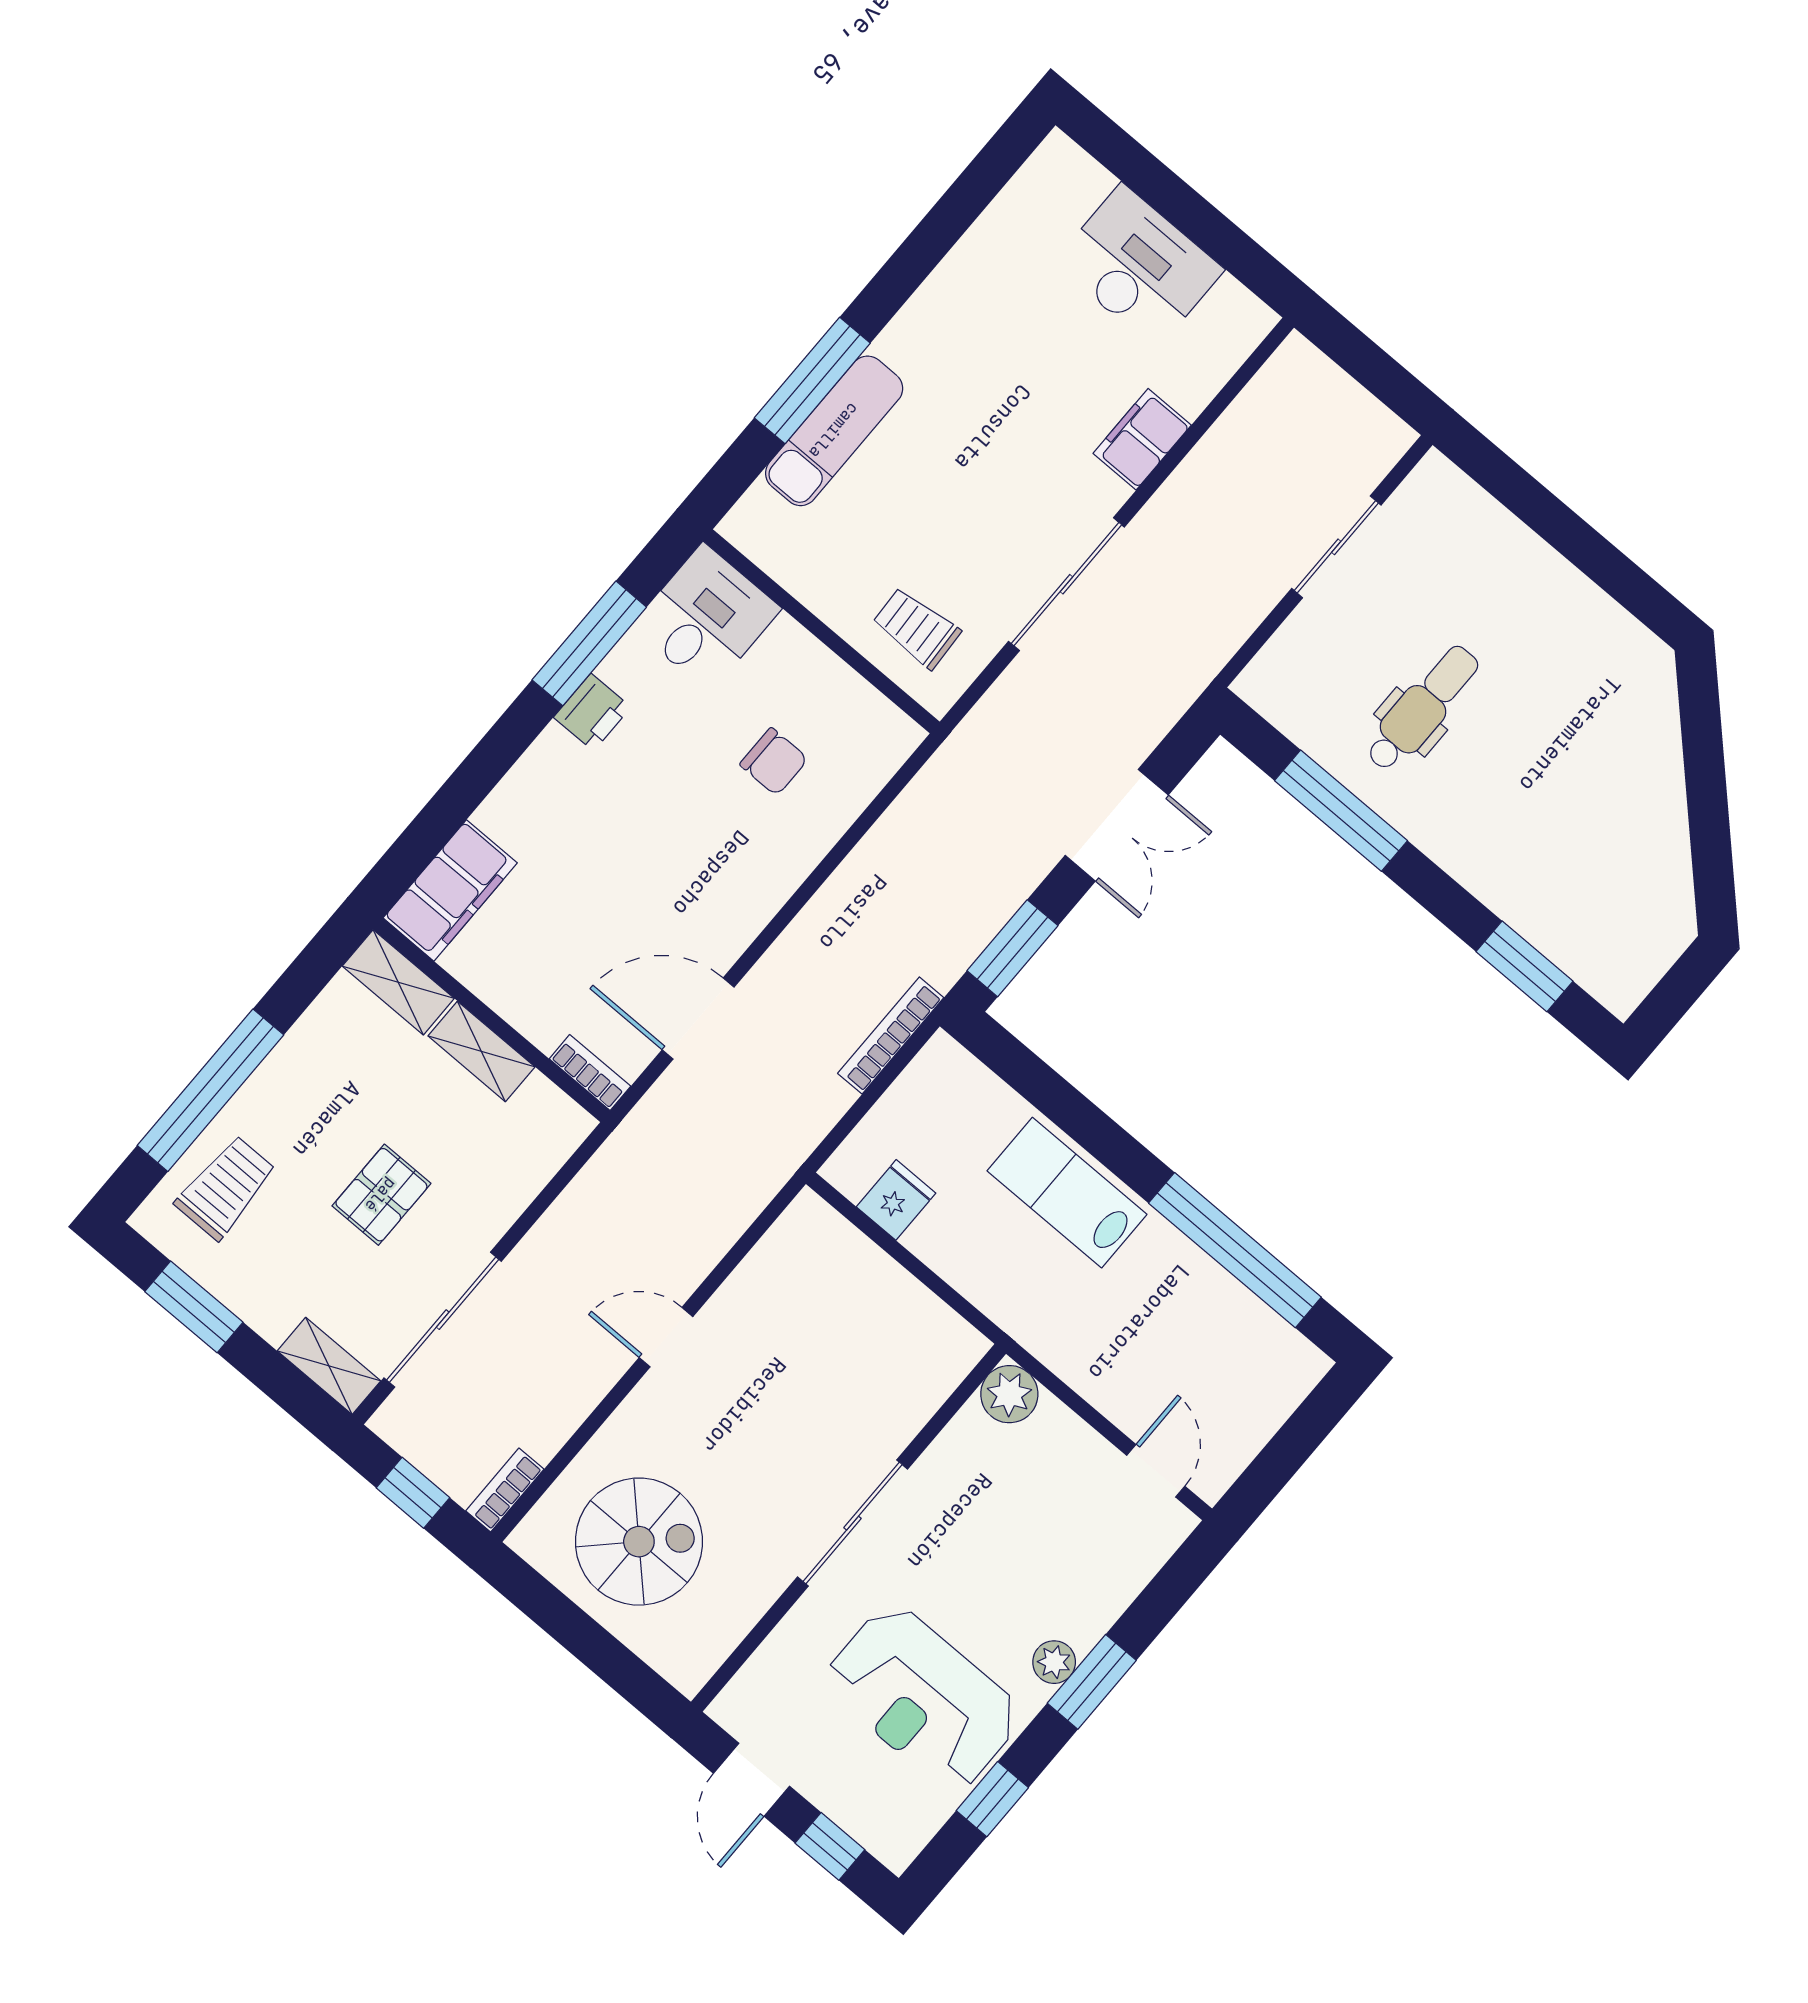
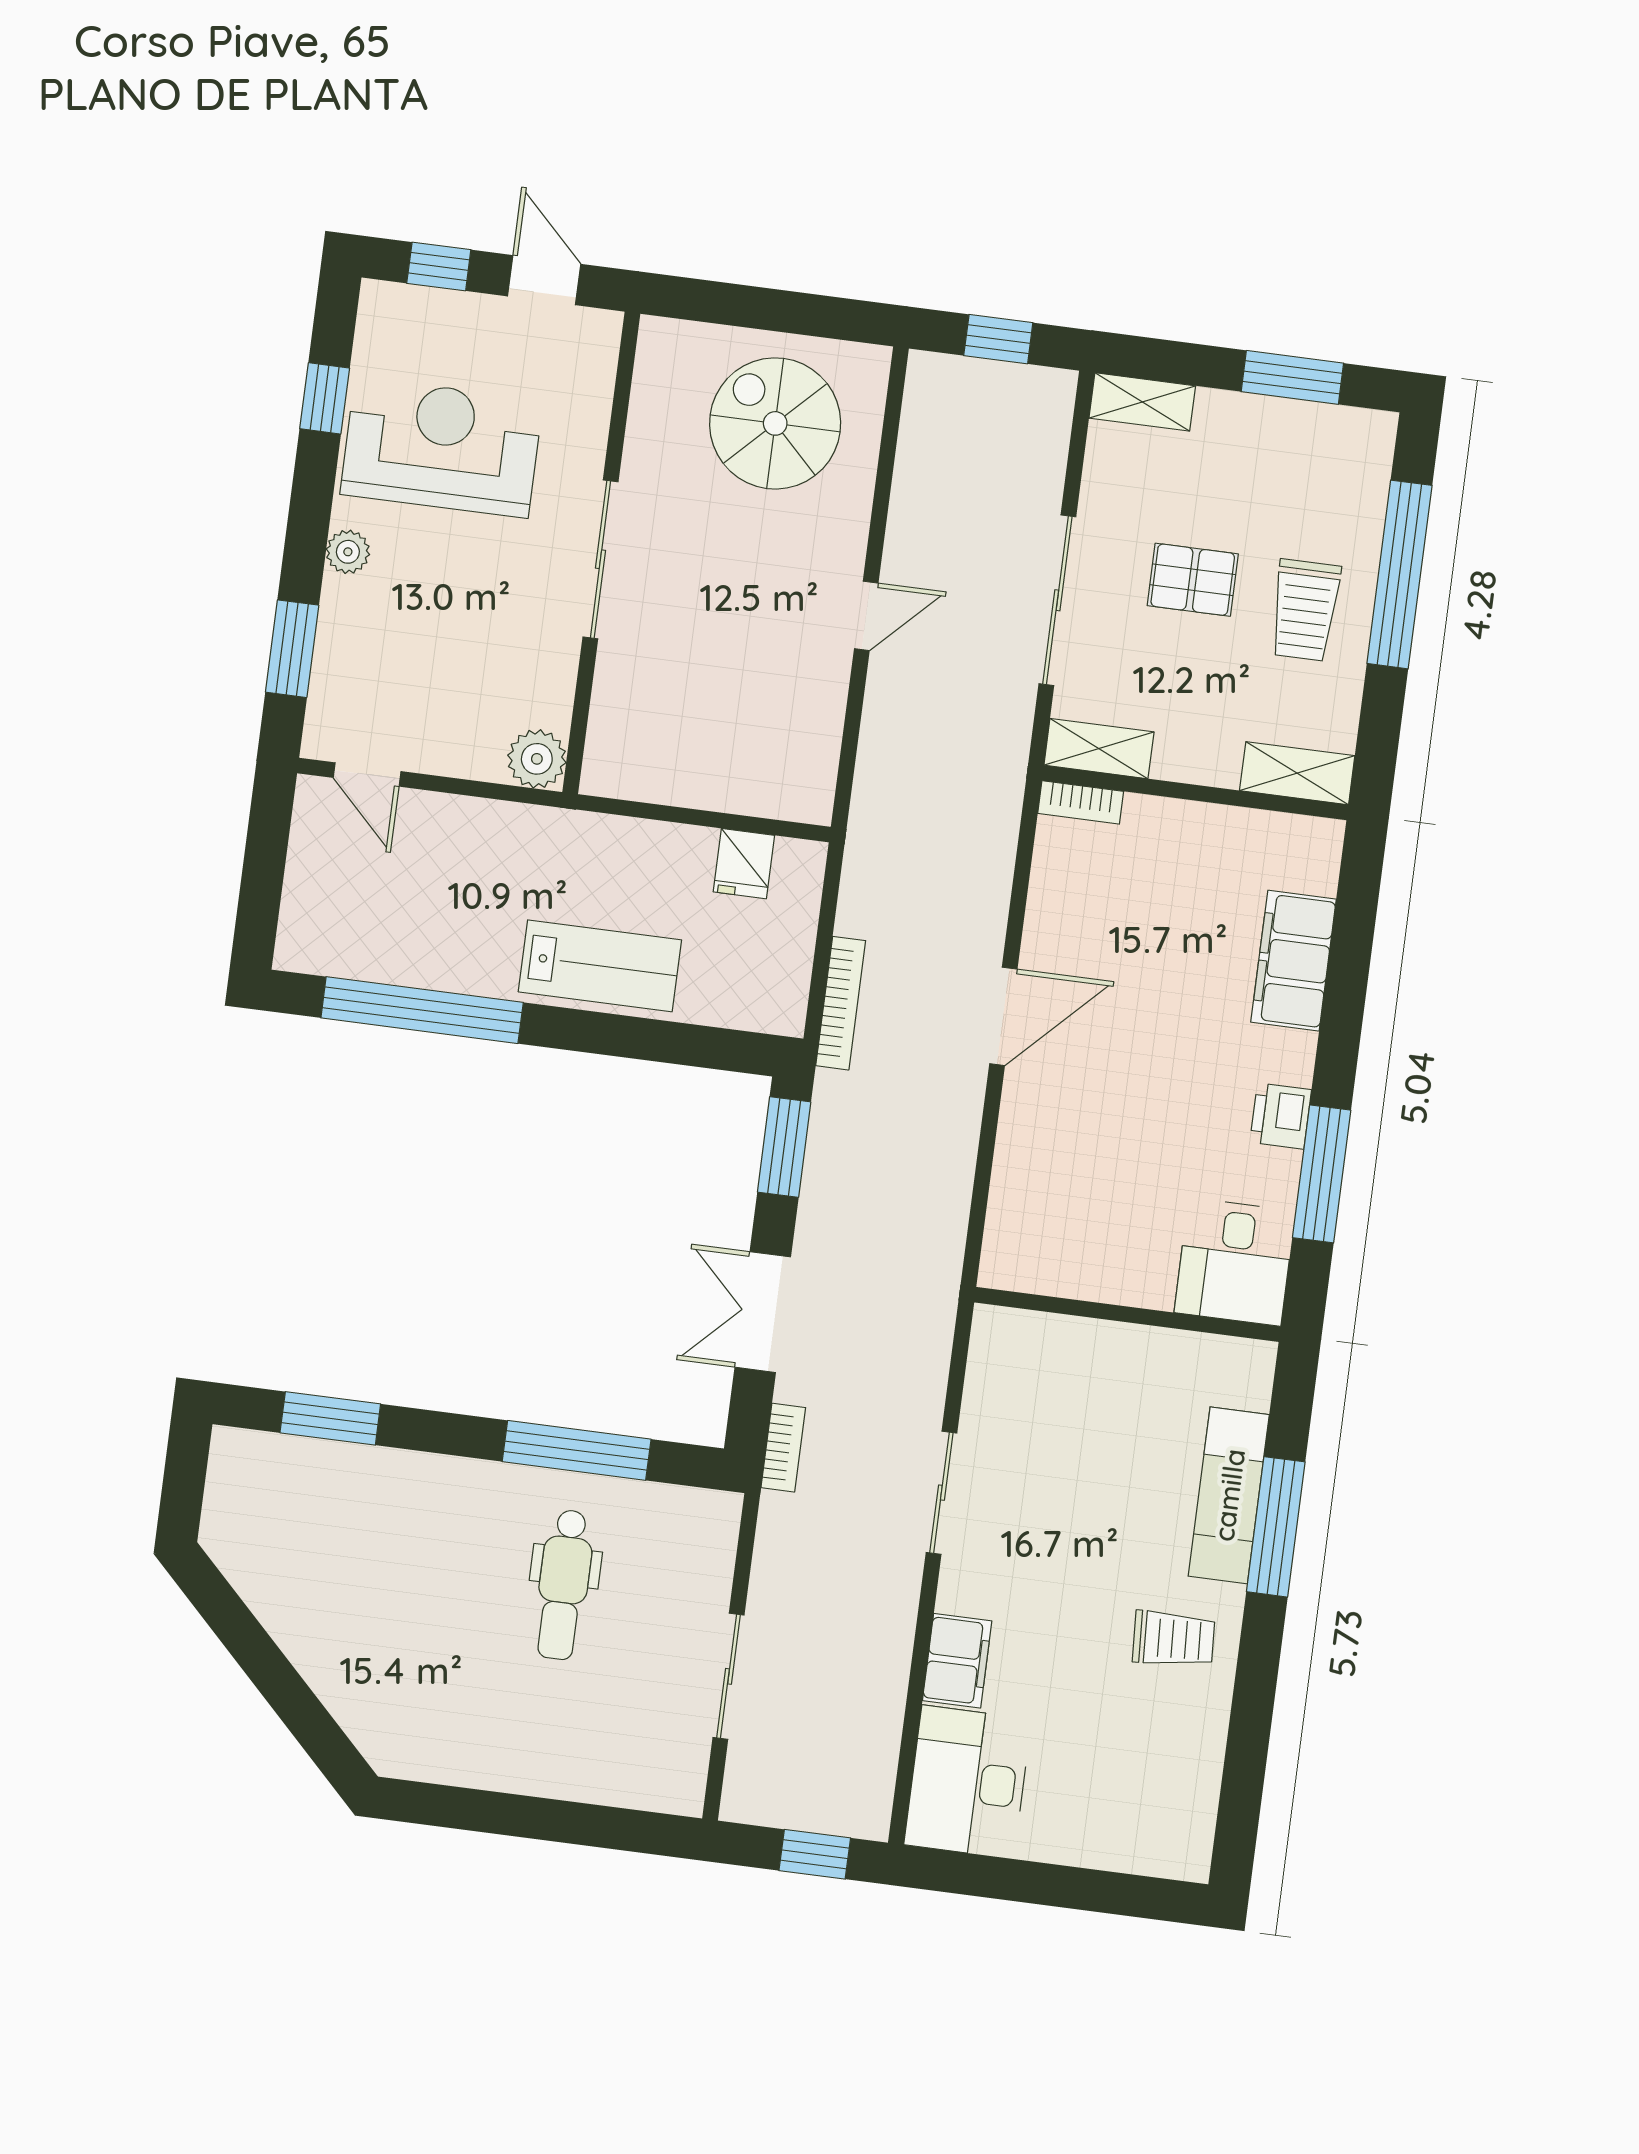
desk: (1139, 266) -> (968, 1782), moved, turned 90
window: (1360, 357) -> (815, 1854), added
sliding door: (1066, 584) -> (941, 1493), width x0.73
trolley: (916, 628) -> (1174, 1639), moved
chair: (774, 762) -> (1095, 1175), removed
filing cabinet: (450, 890) -> (1294, 961), moved
door: (698, 1018) -> (1003, 1016), moved
shelving: (481, 1051) -> (1099, 749), moved
trolley: (226, 1188) -> (1305, 610), moved
pallet: (381, 1195) -> (1193, 580), turned 90
sliding door: (443, 1320) -> (1057, 600), moved
bookcase: (505, 1490) -> (783, 1448), moved
spiral stairs: (639, 1542) -> (775, 423), turned 90
window: (1092, 1682) -> (292, 649), moved

